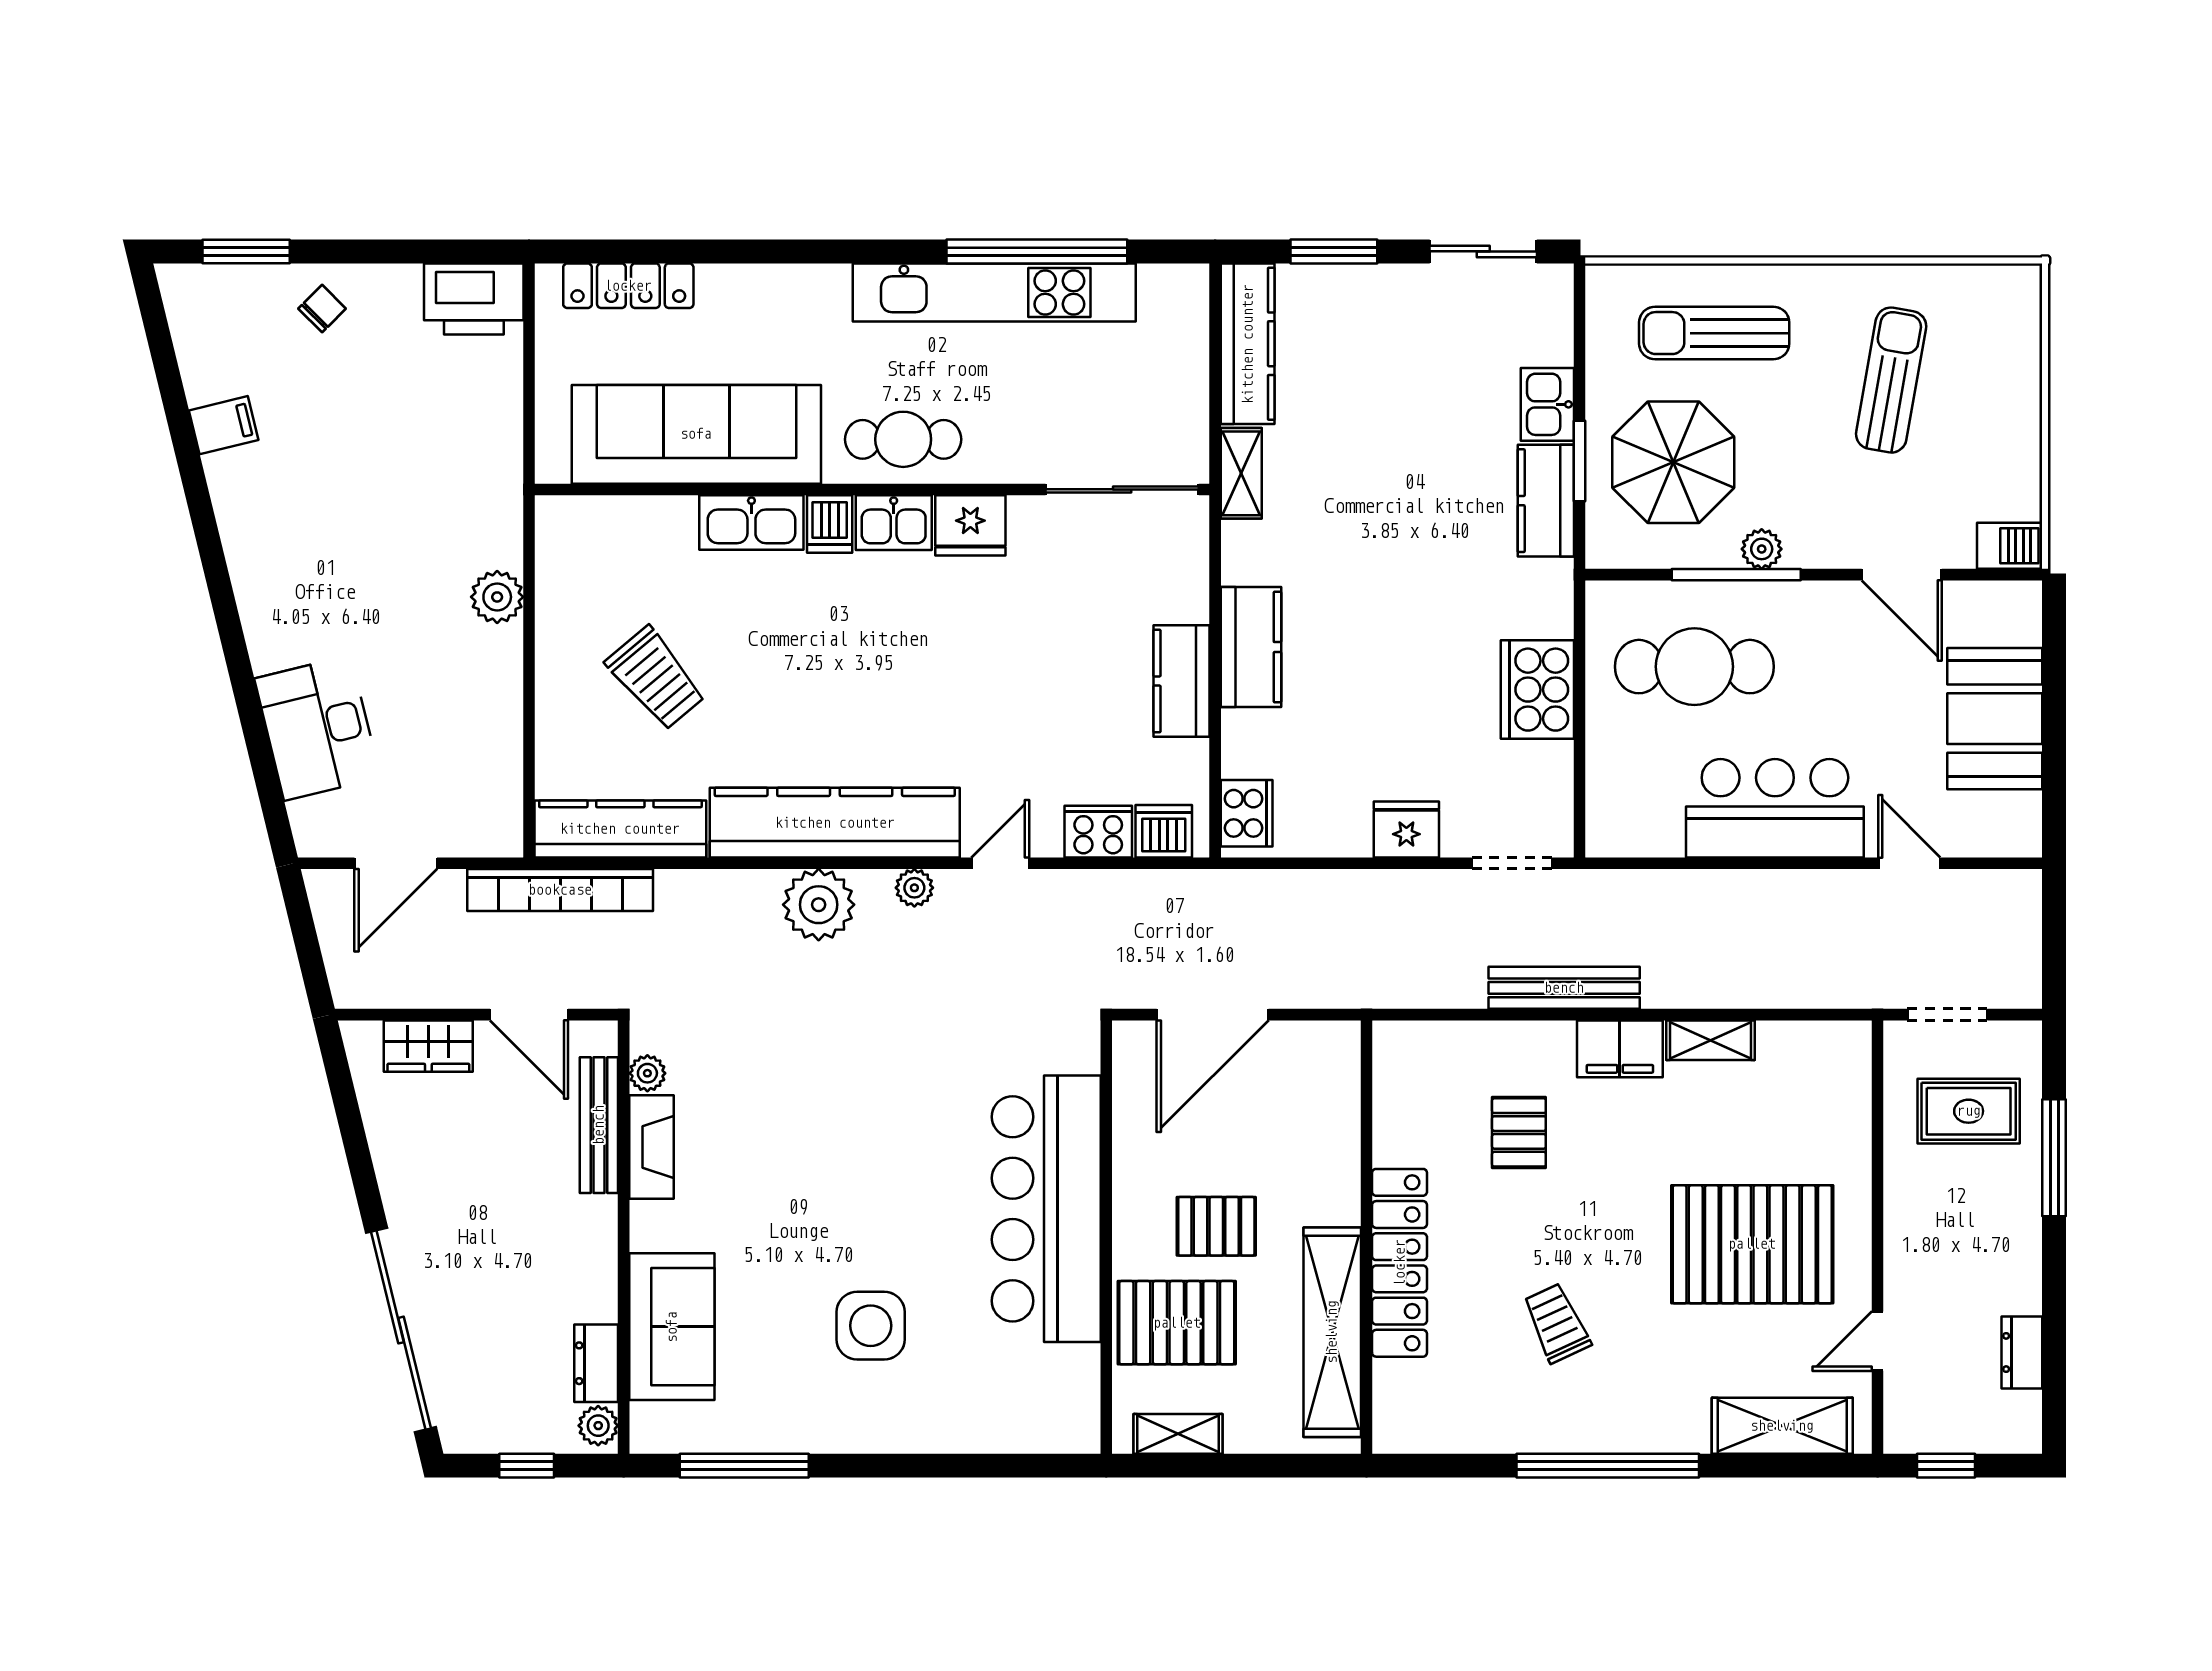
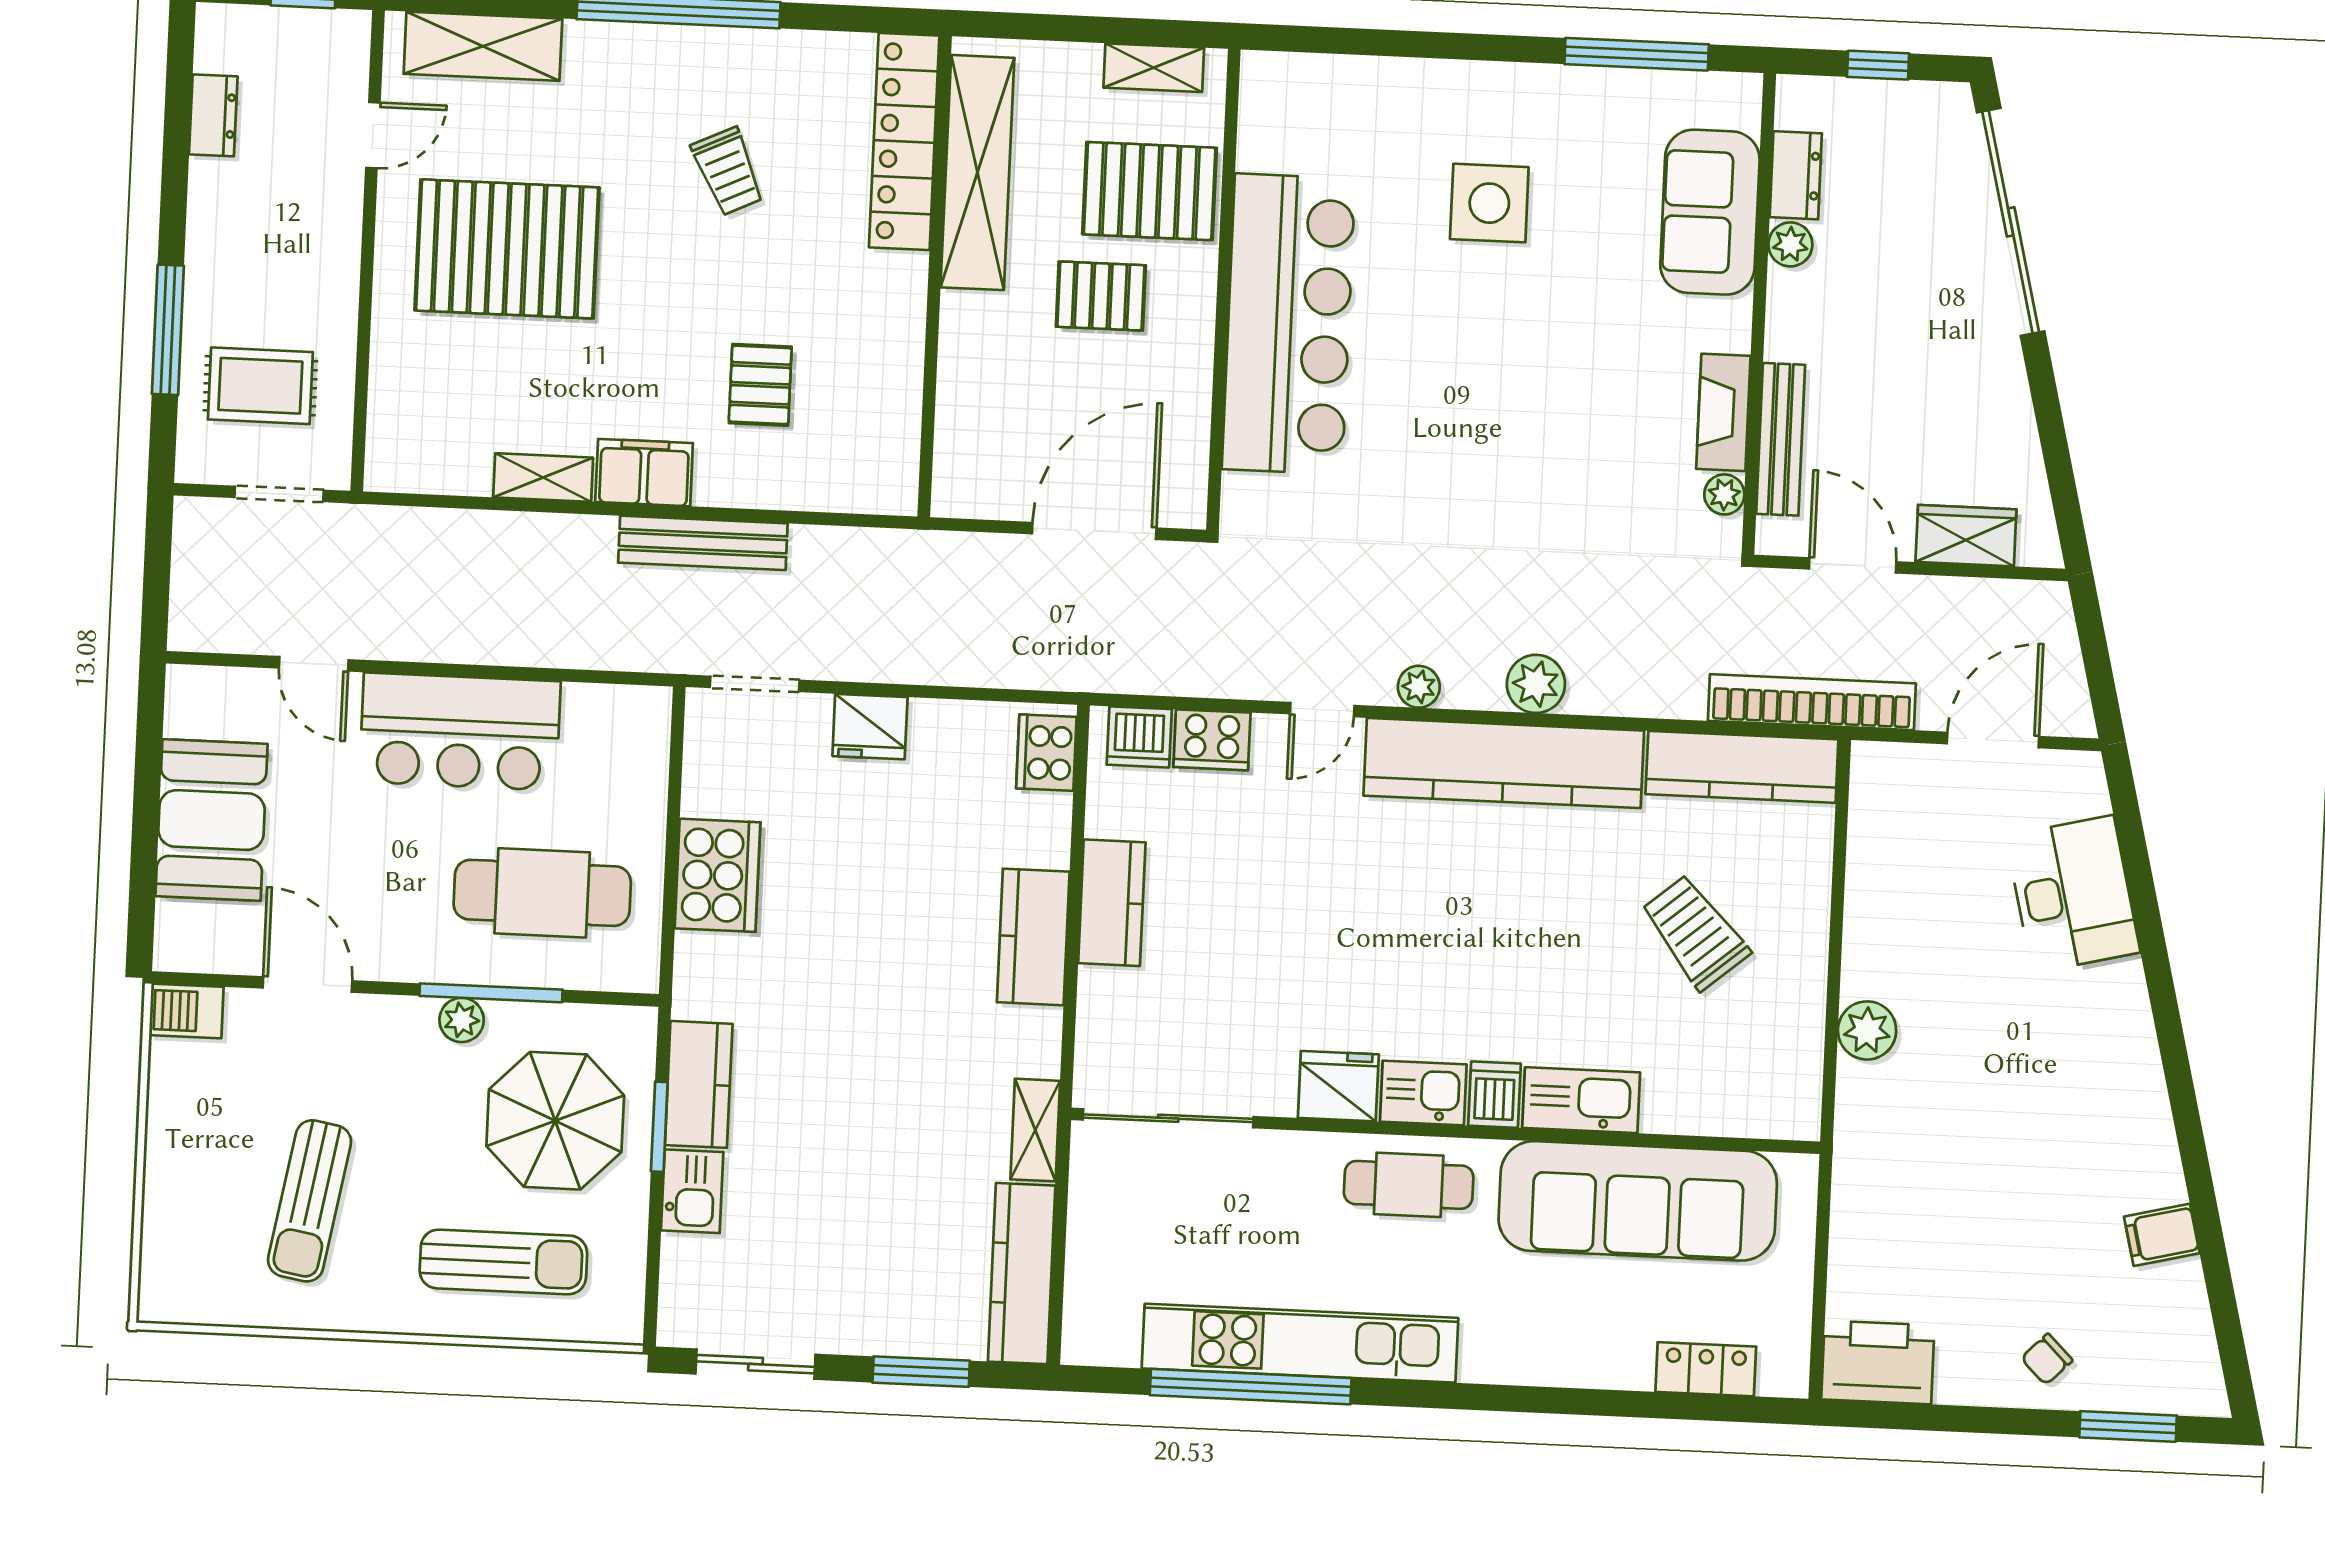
locker: (628, 286) -> (1706, 1369), width x0.66
plant: (819, 905) -> (1536, 684), width x0.73, depth x0.73
locker: (1400, 1263) -> (904, 141), moved
plant: (598, 1426) -> (1790, 244), moved

